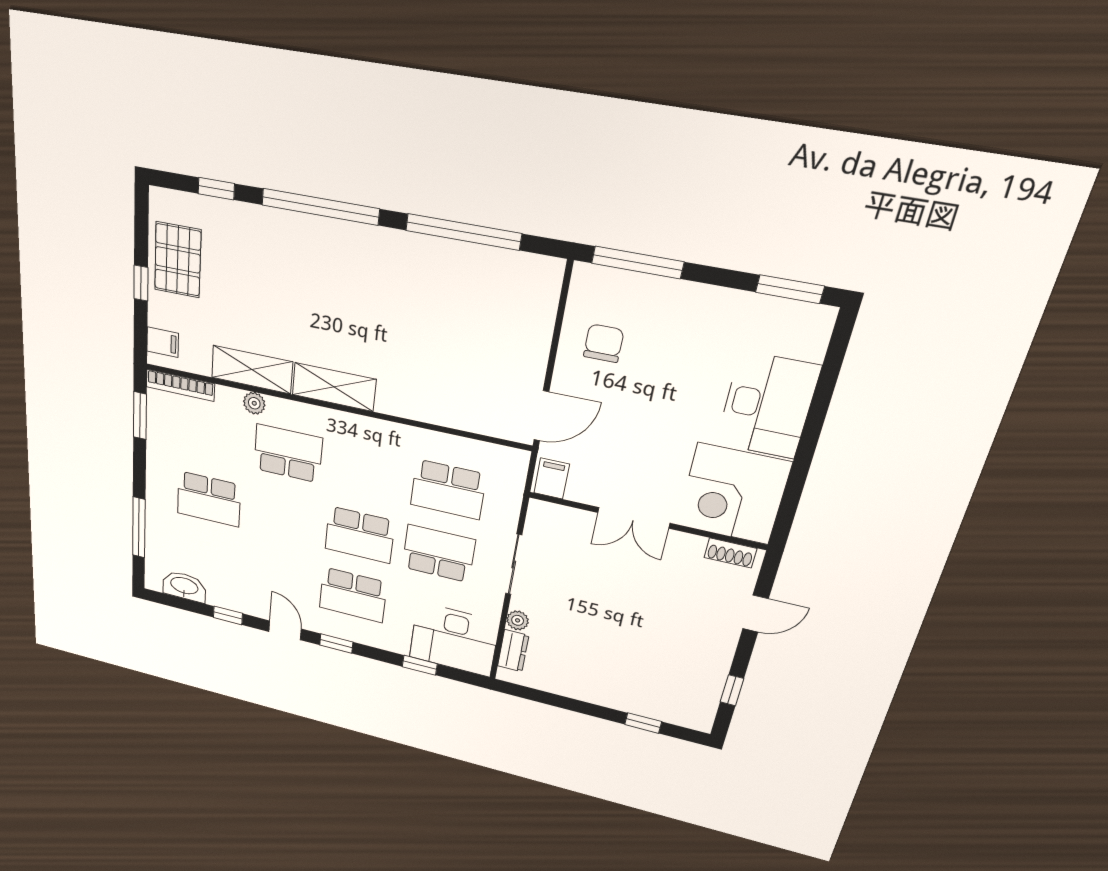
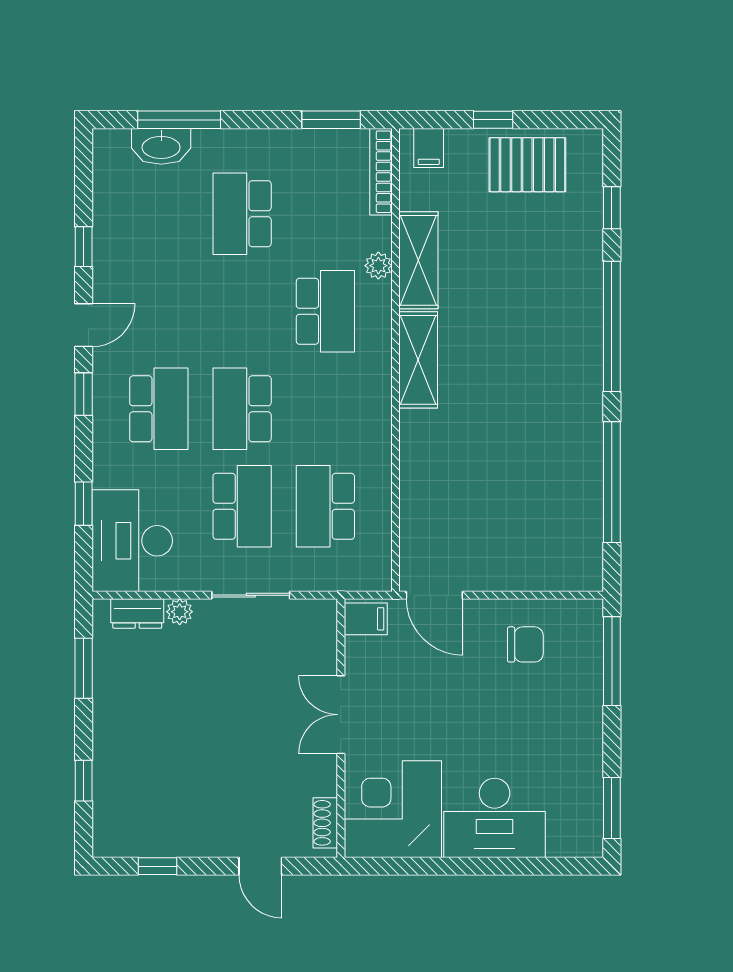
washbasin: (184, 586) -> (161, 146), moved, turned 90
school desk: (353, 595) -> (159, 409), turned 180
window: (550, 699) -> (84, 668), added

